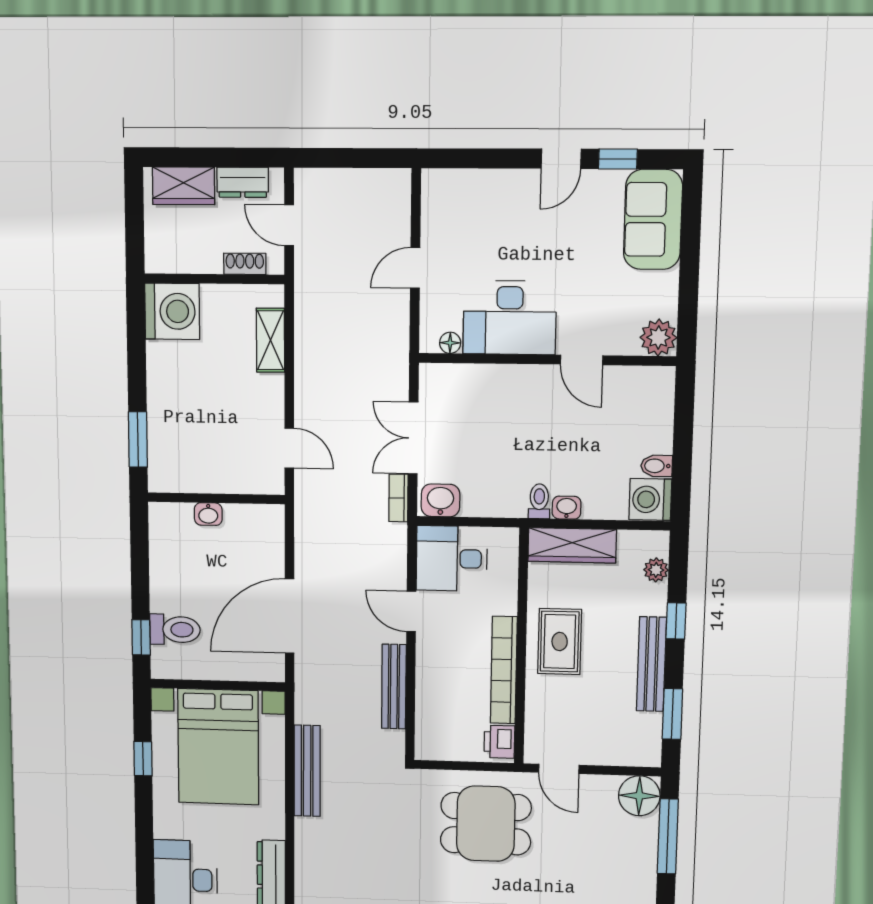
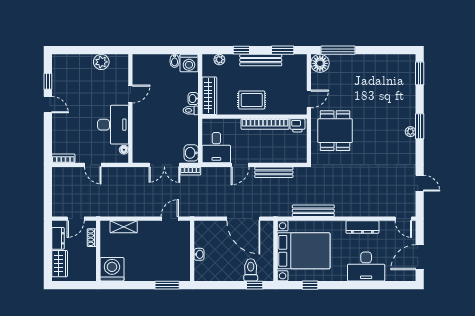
bookcase: (432, 196) -> (63, 158), added
sofa: (653, 219) -> (72, 66), removed
plant: (658, 338) -> (101, 62), moved

